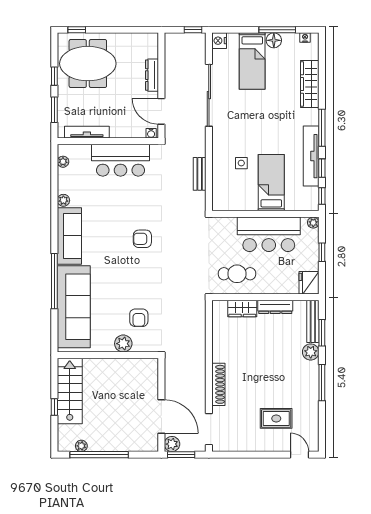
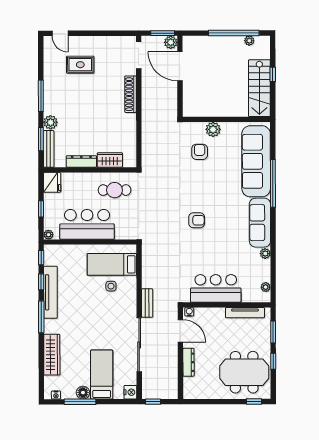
bench: (200, 174) -> (147, 303), moved
bed: (271, 183) -> (112, 264), moved, turned 90

